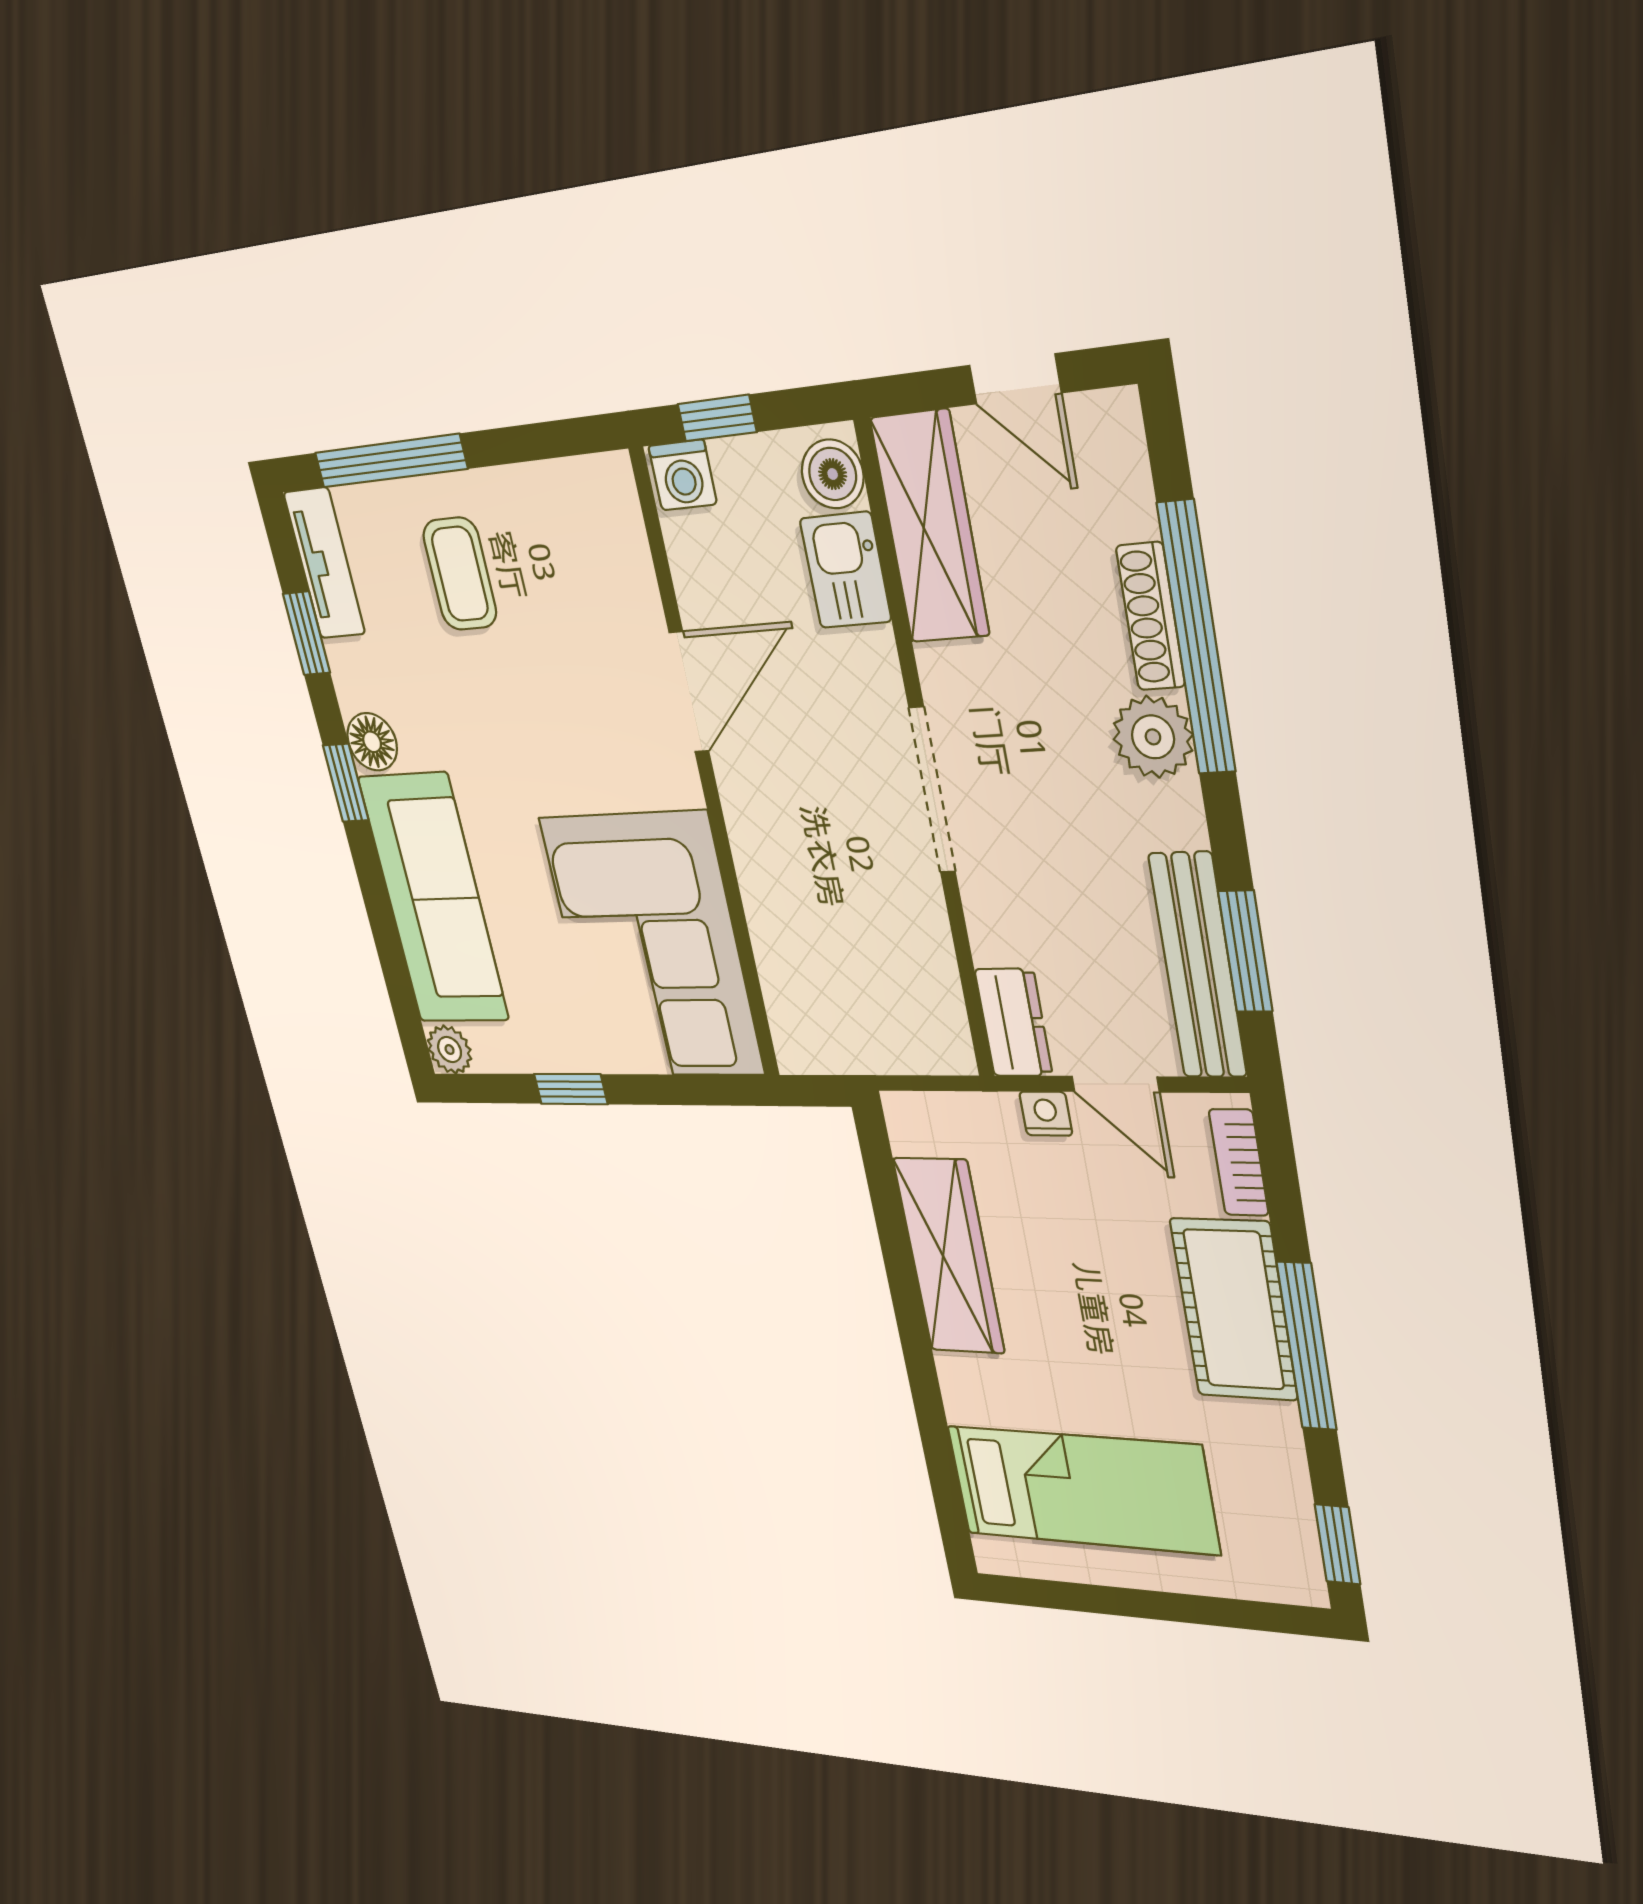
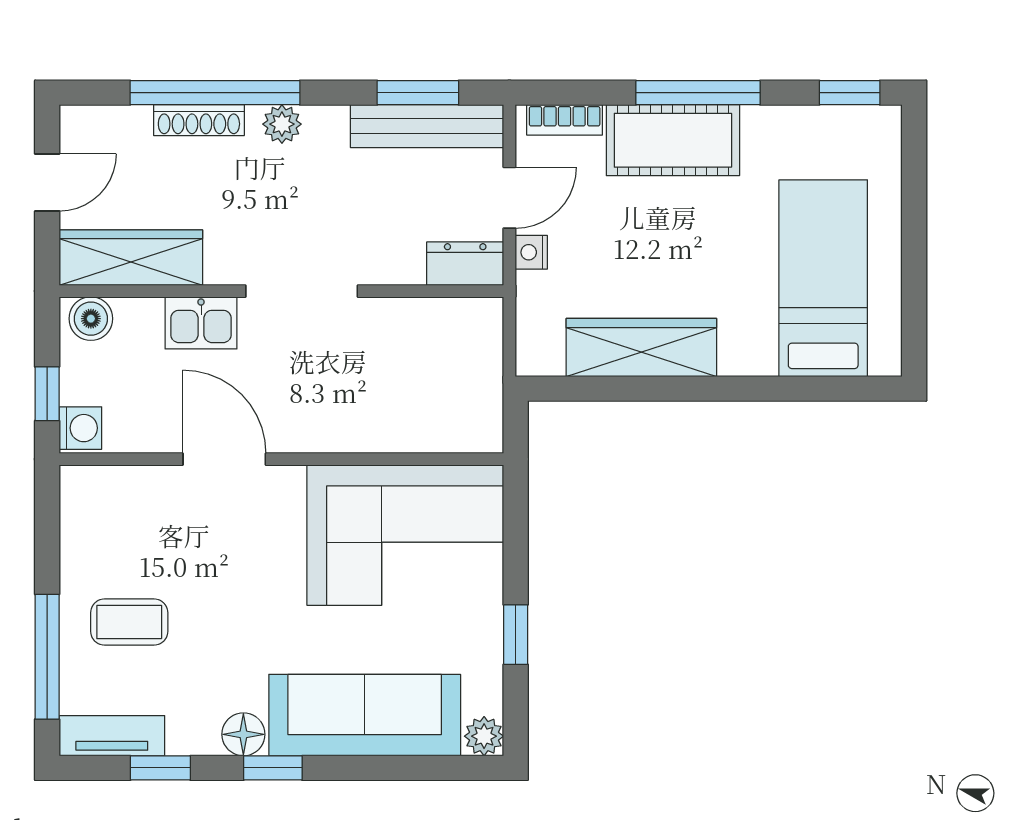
kitchen sink: (846, 570) -> (201, 323), moved
plant: (1153, 737) -> (282, 124), width x0.73, depth x0.73

